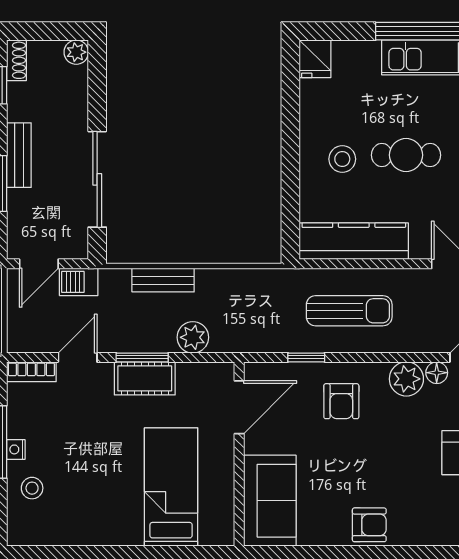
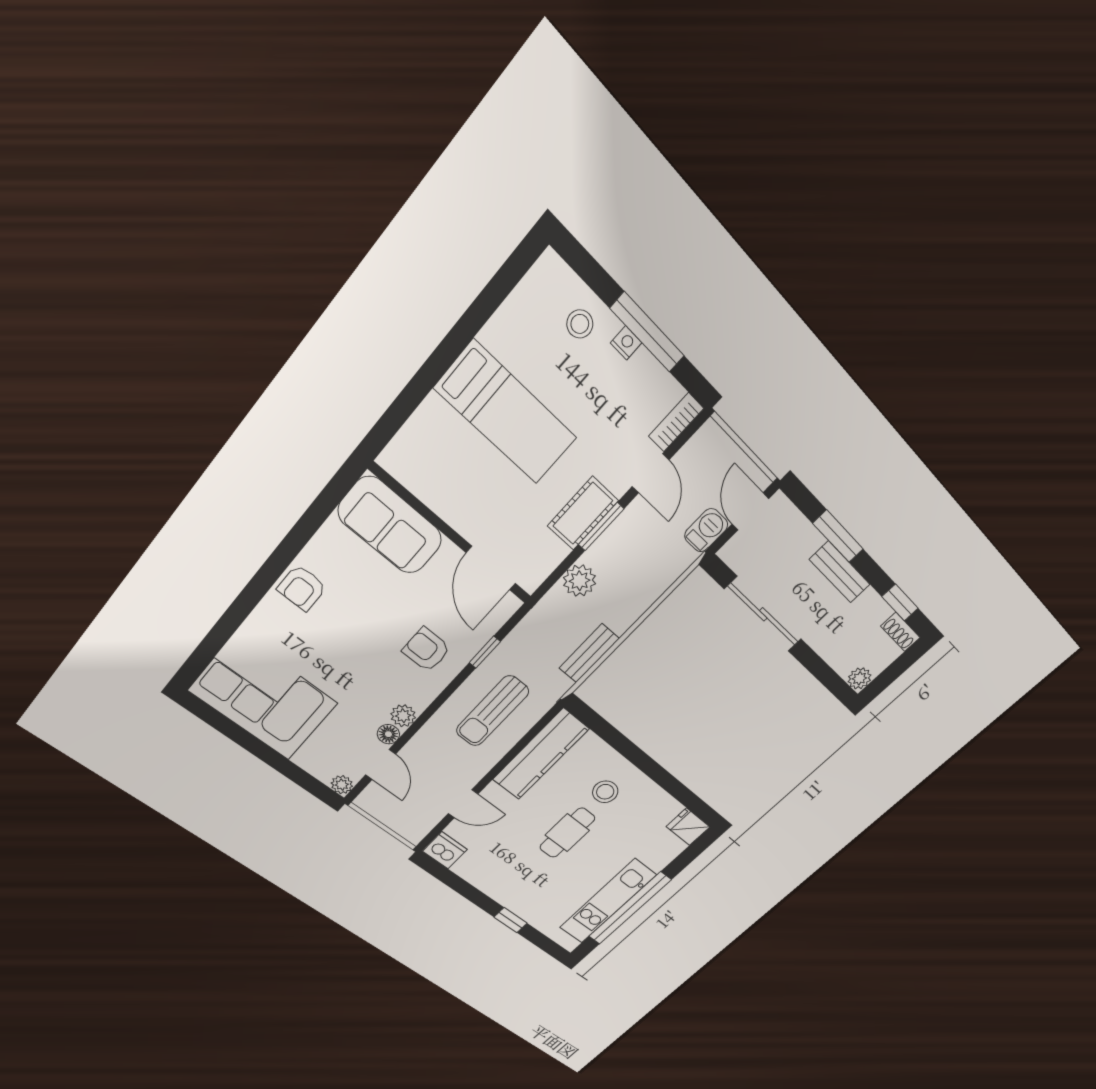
bench: (163, 280) -> (589, 653), moved
plant: (406, 379) -> (403, 716), width x0.73, depth x0.73
bed: (171, 487) -> (506, 413), moved

